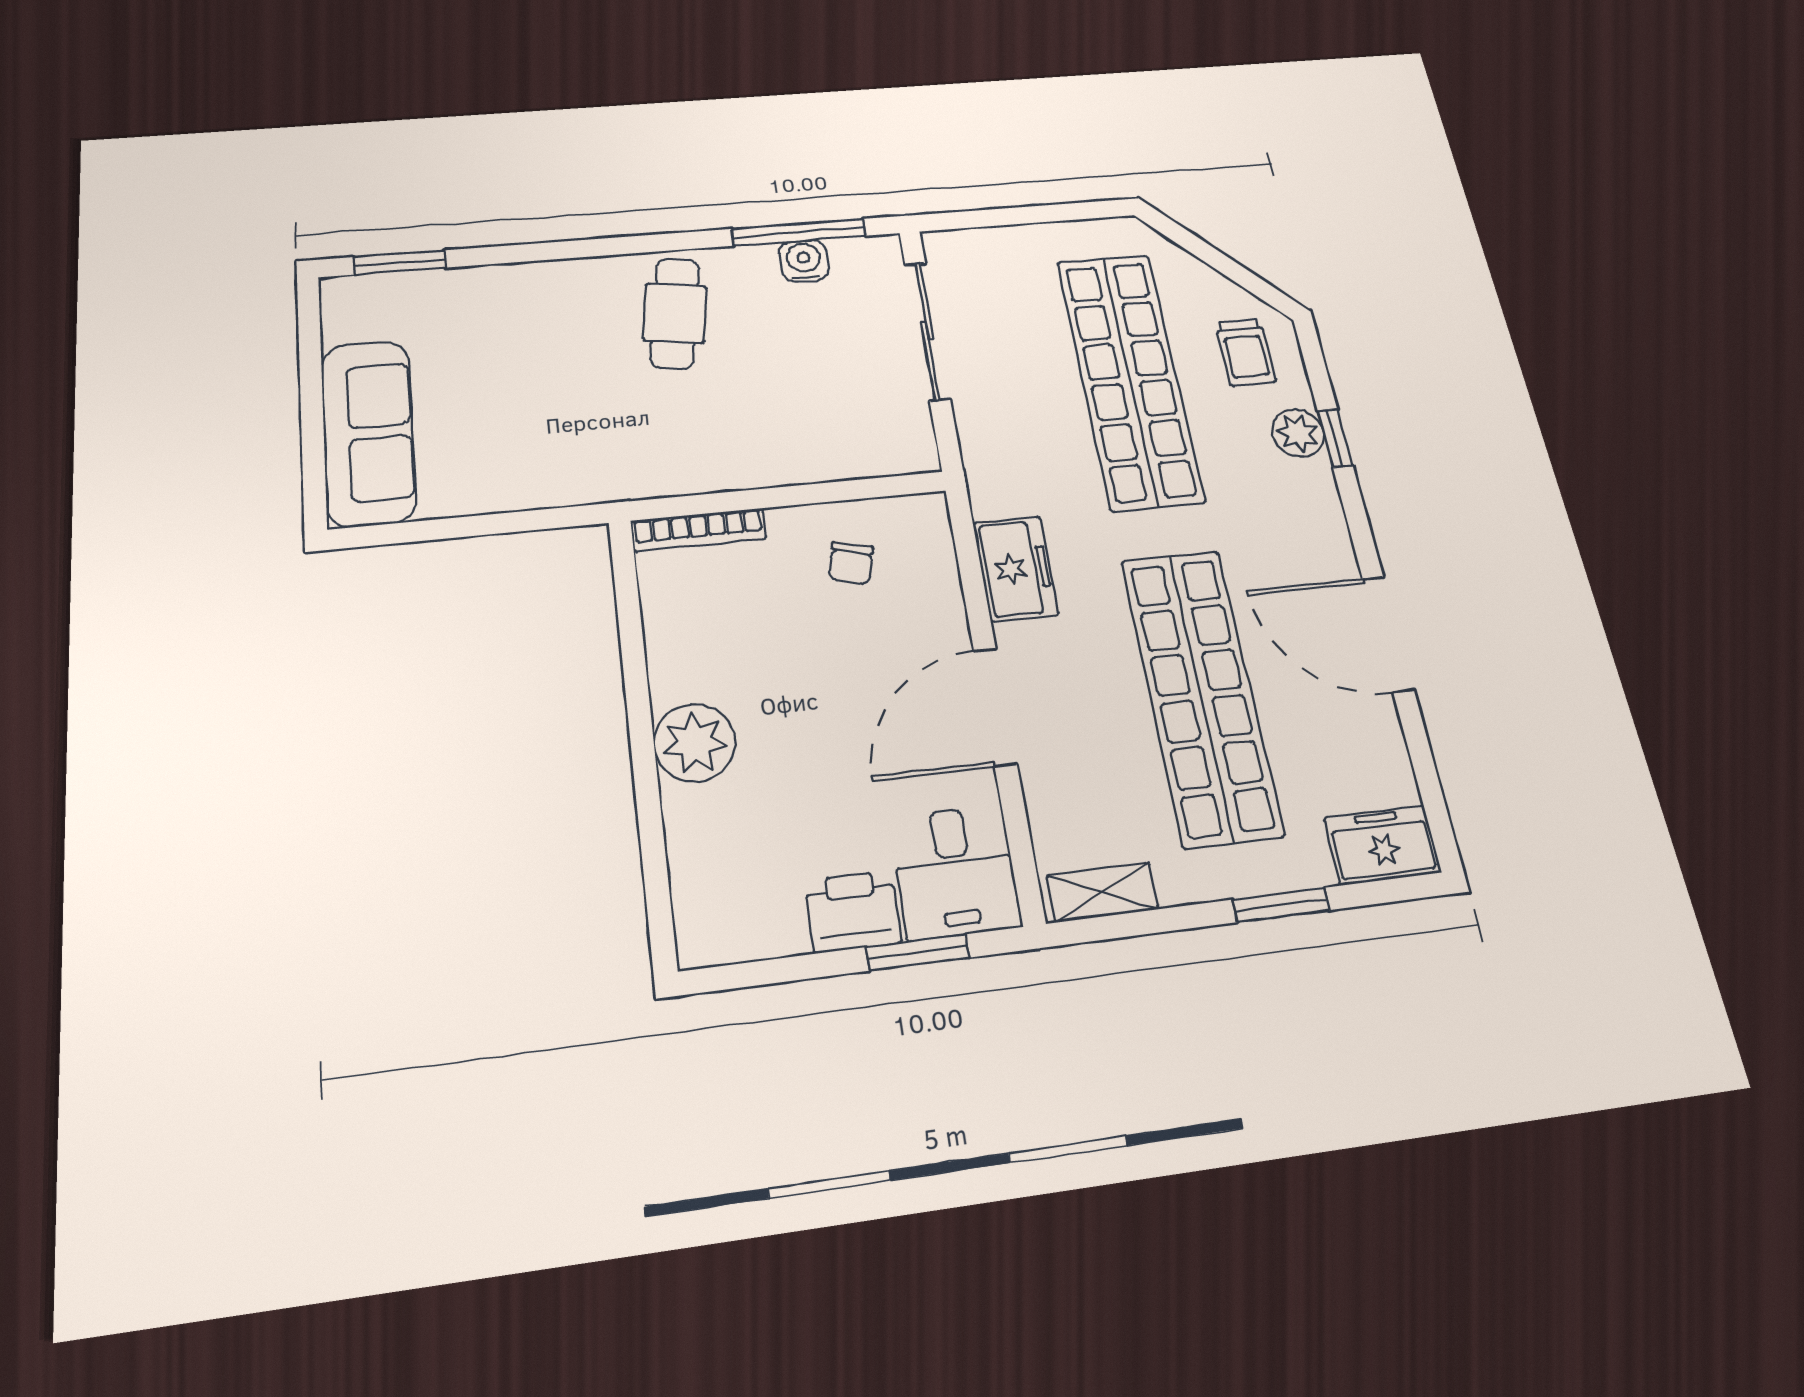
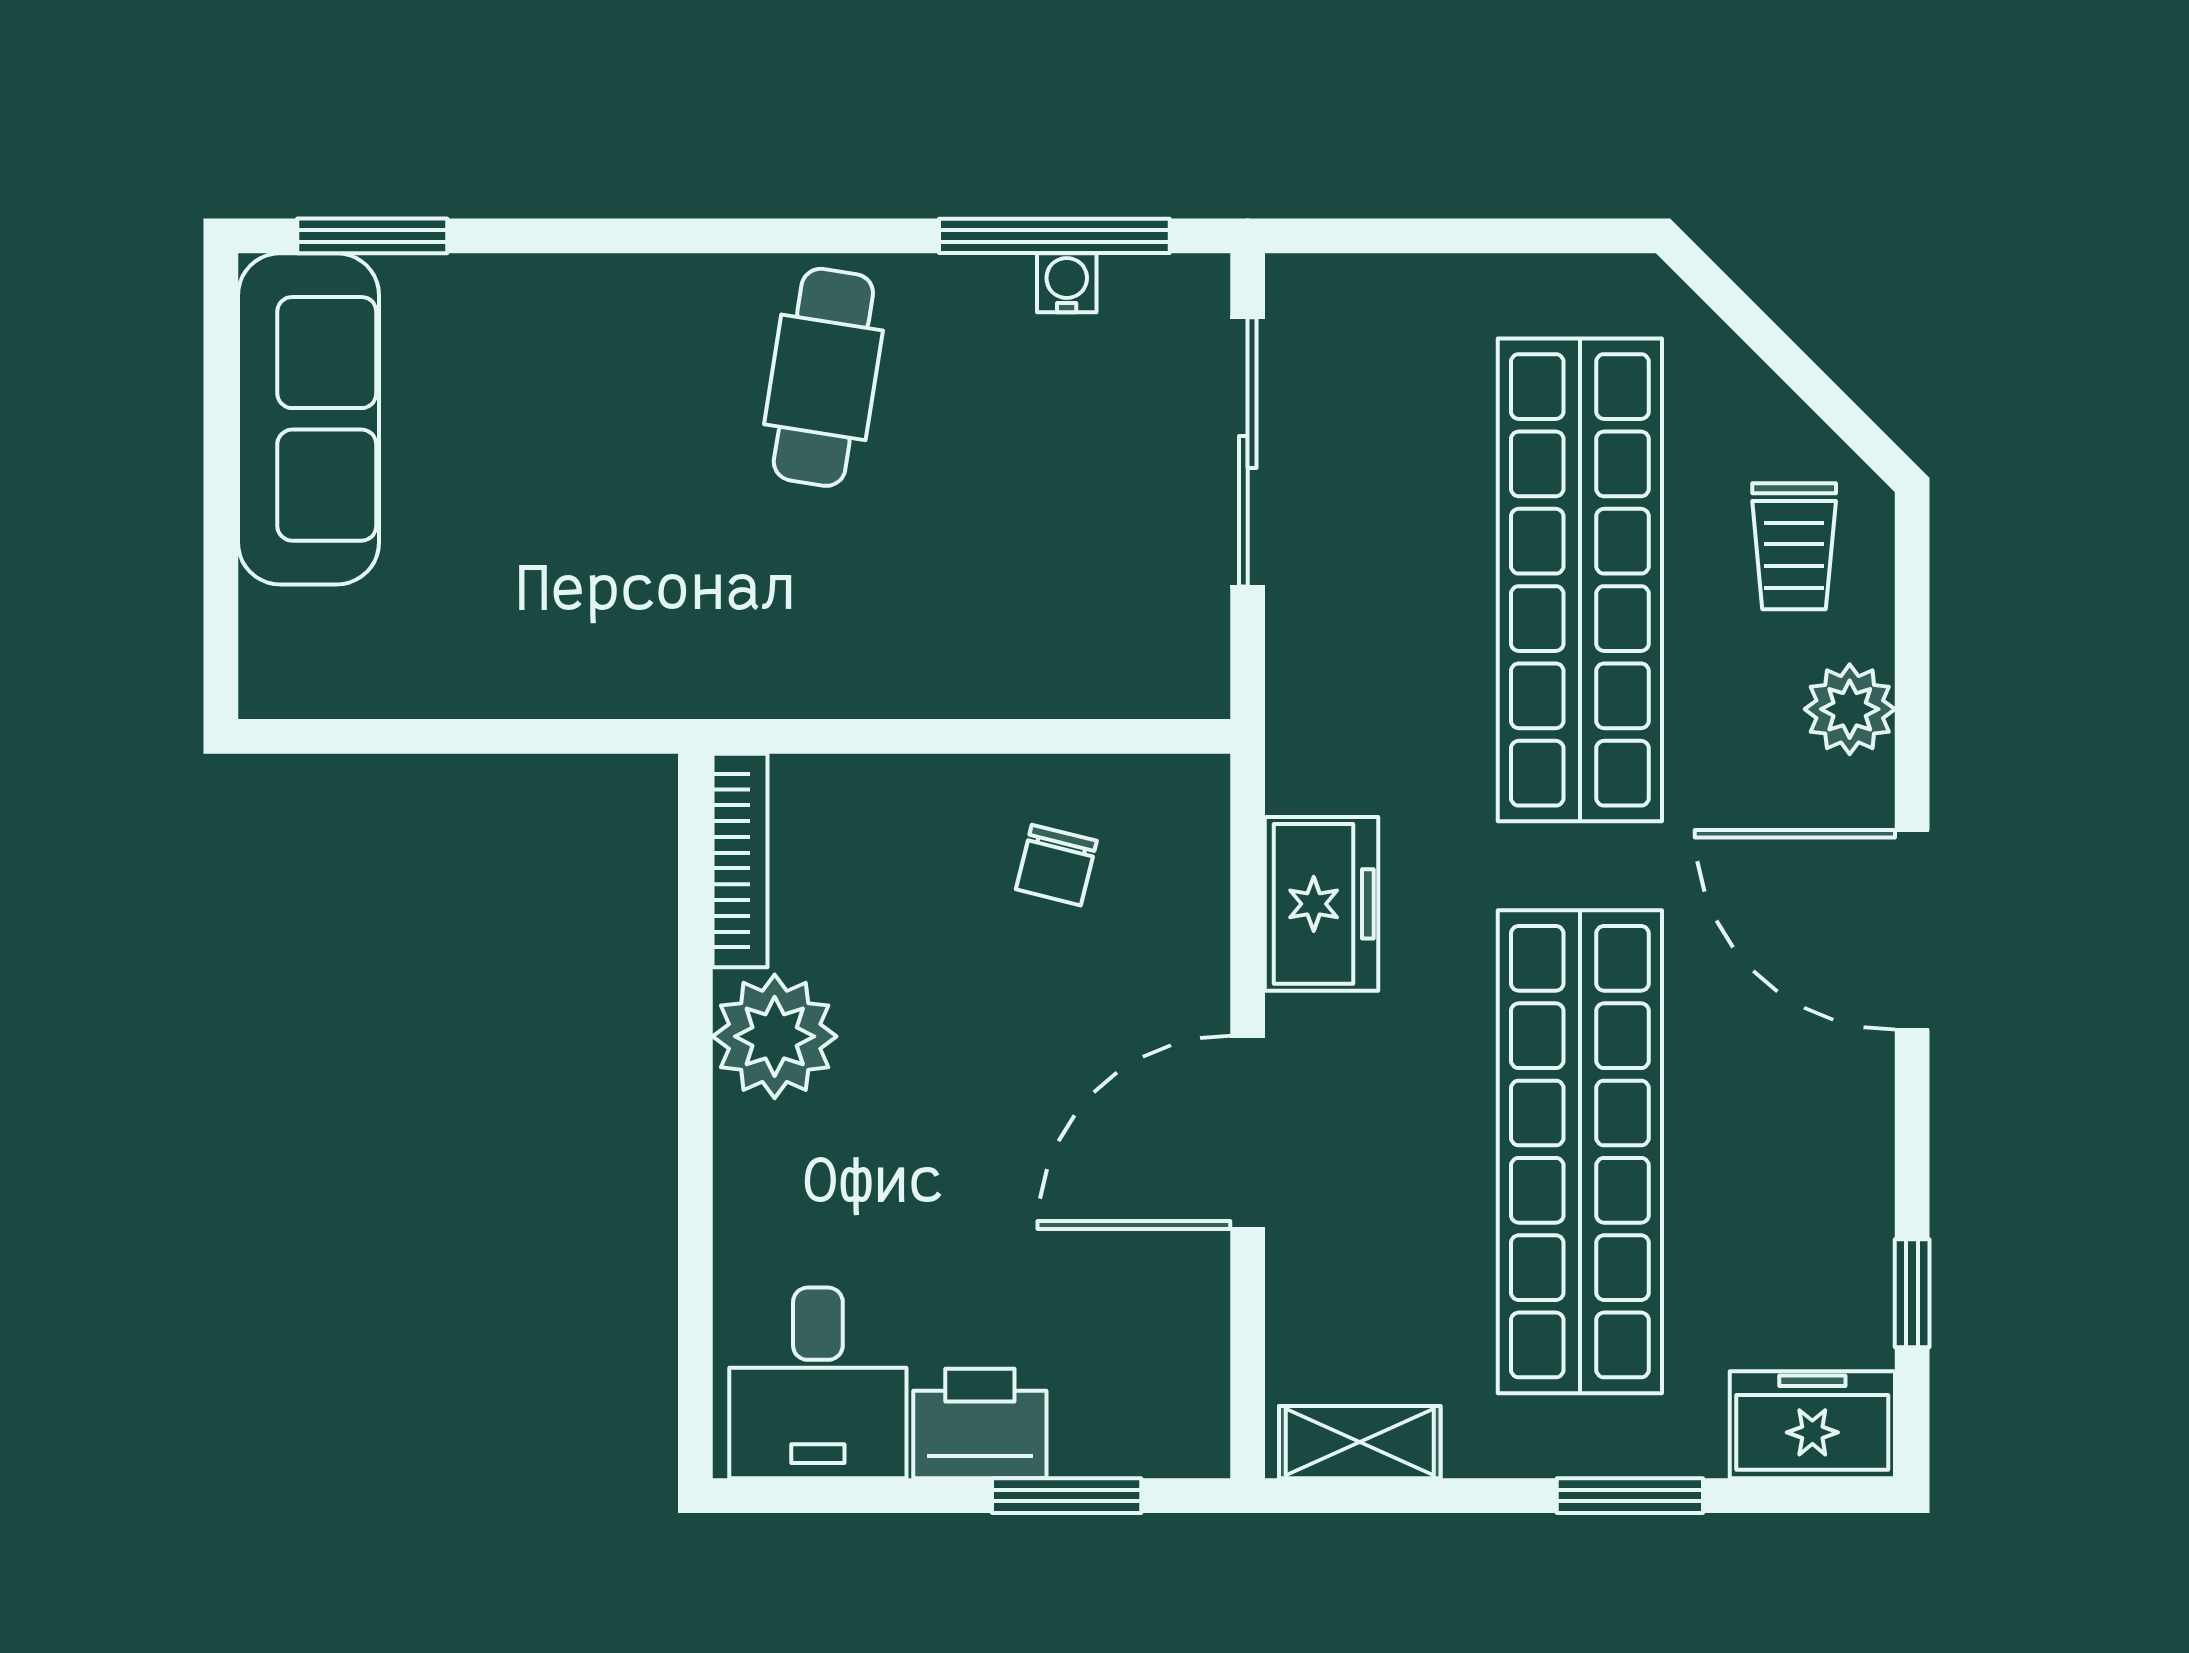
water cooler: (804, 261) -> (1067, 283), width x0.72, depth x0.72
sofa: (368, 433) -> (308, 419), moved
window: (1335, 438) -> (1912, 1293), moved
bookcase: (699, 530) -> (740, 861), moved, turned -90
door: (1388, 634) -> (1912, 930), moved
plant: (695, 743) -> (775, 1036), moved
desk: (955, 872) -> (818, 1383), moved

